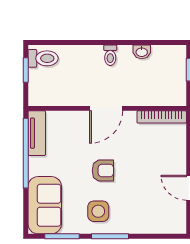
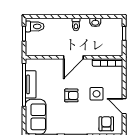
tv unit: (37, 133) -> (31, 84), moved
side table: (98, 211) -> (97, 94), moved
armchair: (160, 216) -> (106, 124), added

